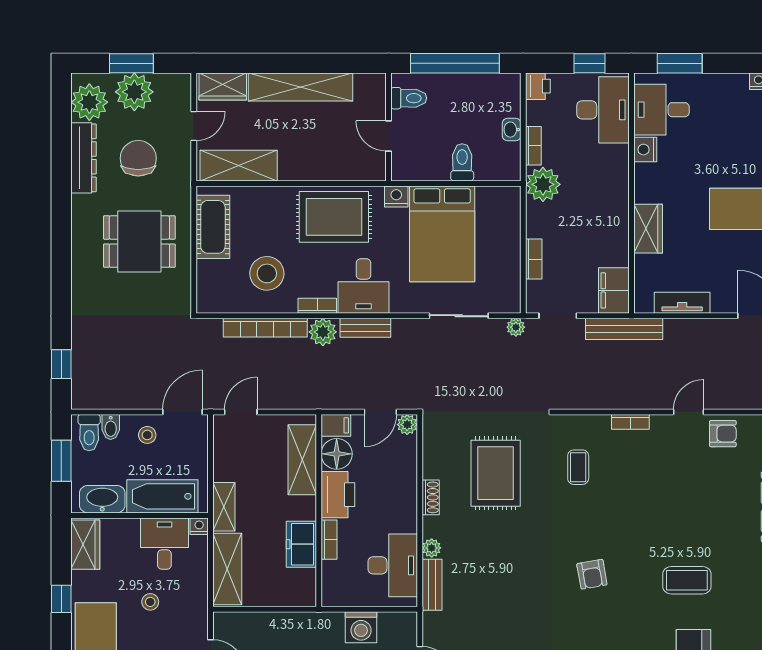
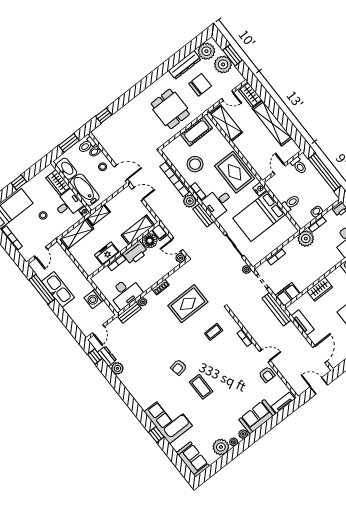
wardrobe: (85, 545) -> (58, 182), moved, turned 90
coffee table: (687, 580) -> (201, 387), moved

